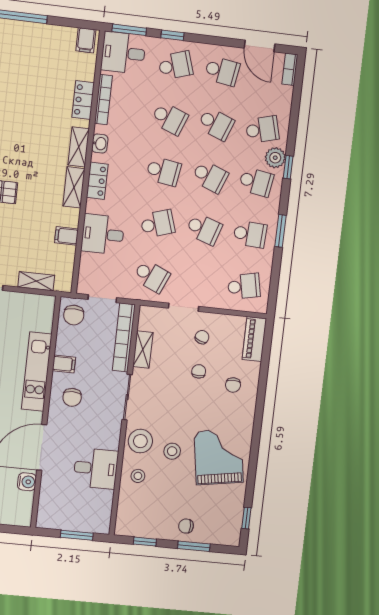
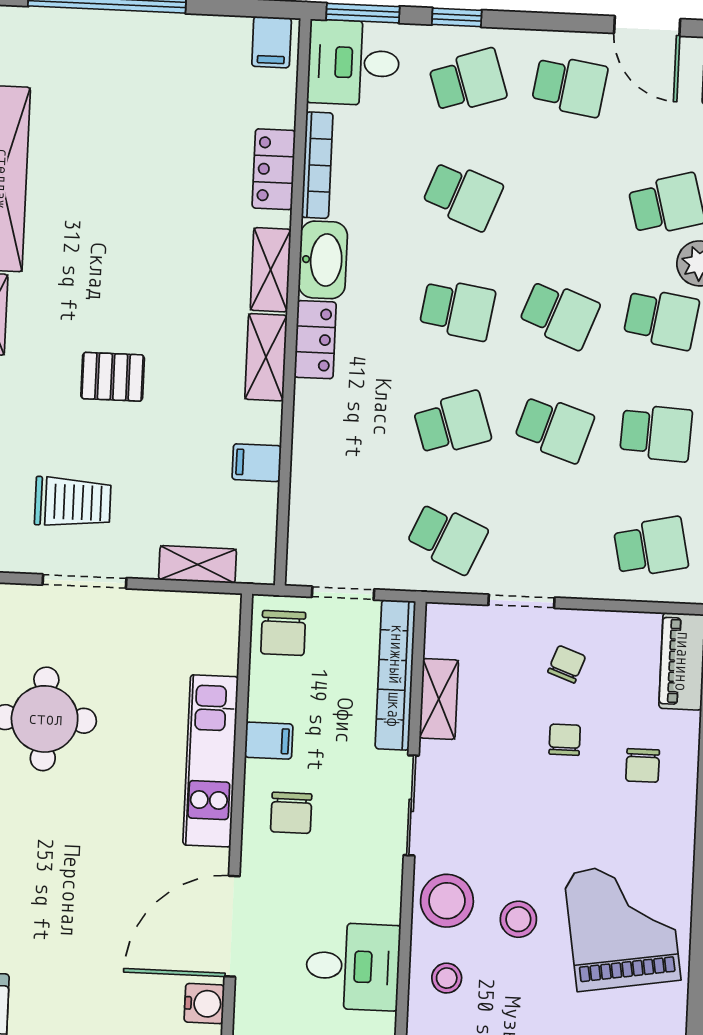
school desk: (216, 124) -> (565, 200), removed
washbasin: (100, 144) -> (323, 260), width x1.91, depth x1.45
desk: (103, 234) -> (335, 454), removed

